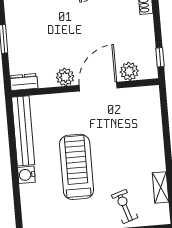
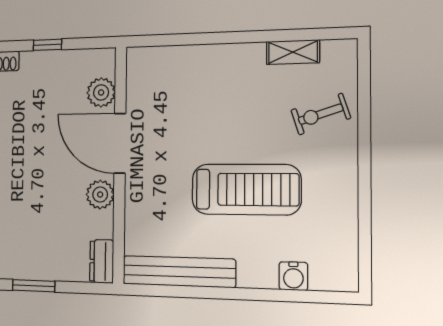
window: (160, 57) -> (47, 45), moved
treadmill: (77, 167) -> (246, 189), turned 180
water cooler: (26, 175) -> (293, 276), moved

